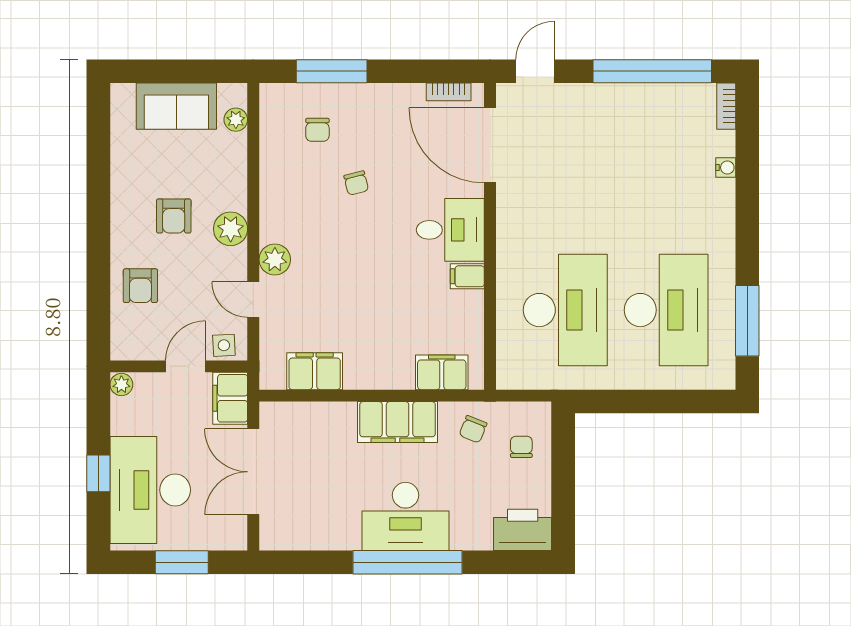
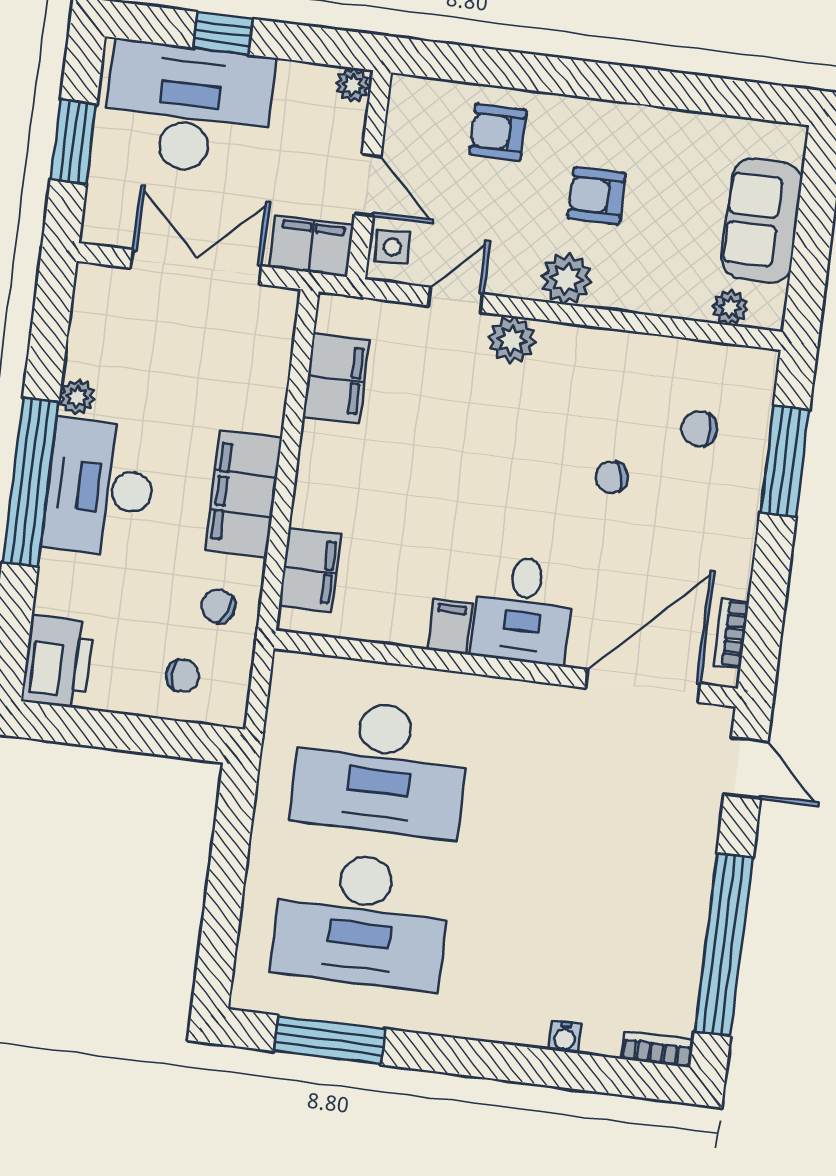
plant: (348, 539) -> (77, 397), added

